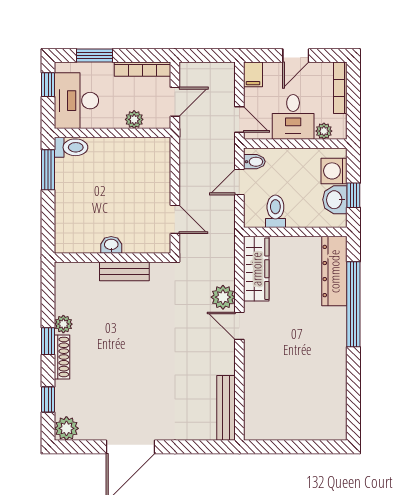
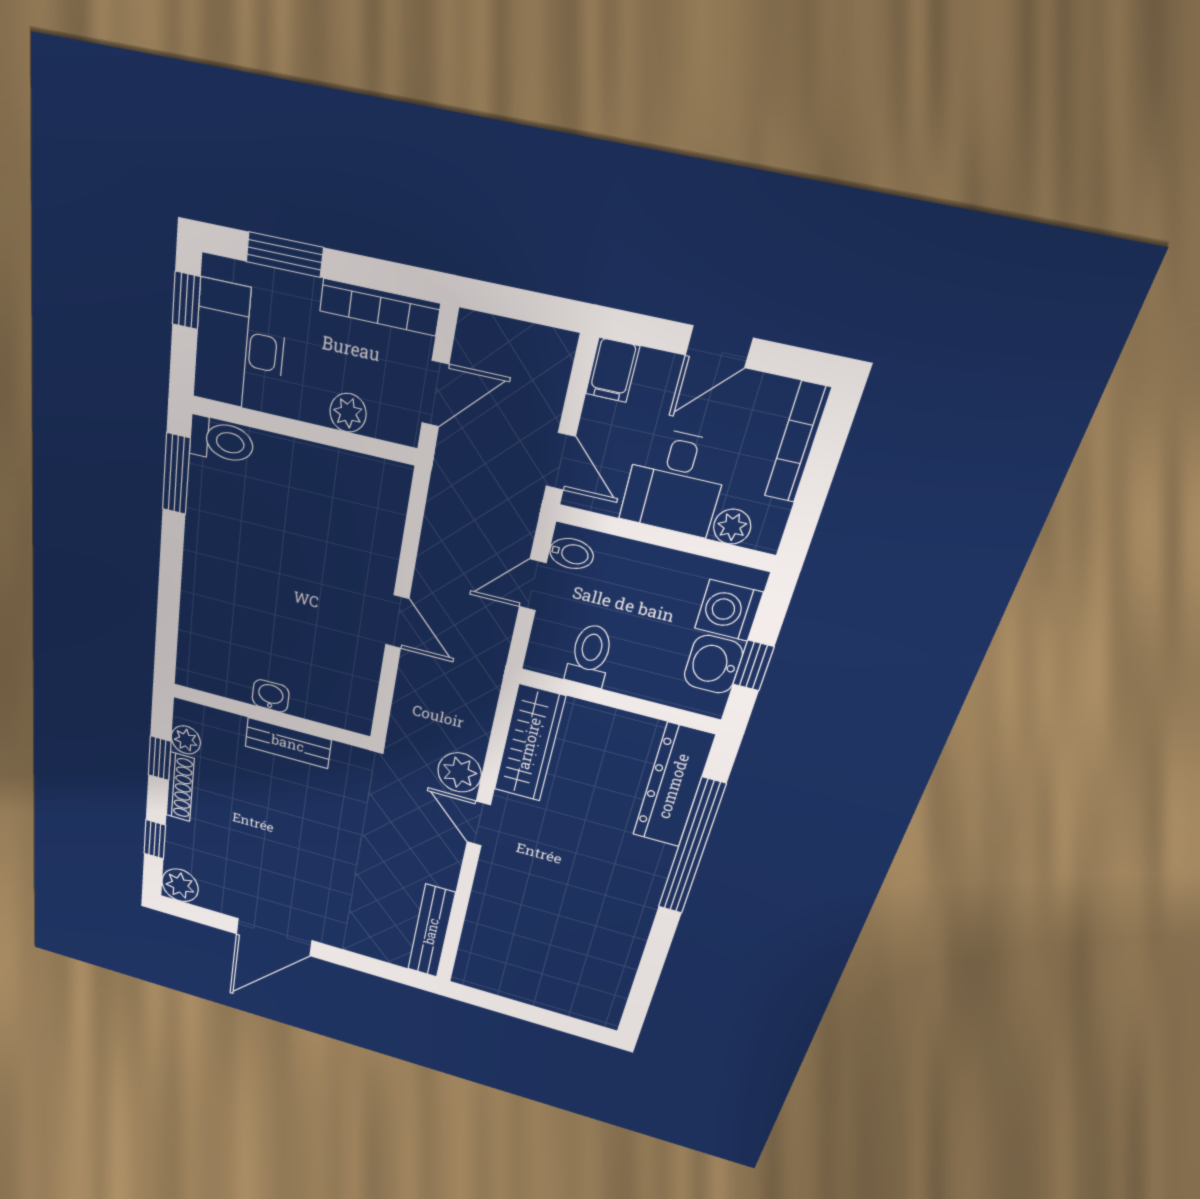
washbasin: (111, 245) -> (271, 696), moved
wall: (113, 258) -> (271, 716), moved
bench: (124, 271) -> (288, 743), moved

